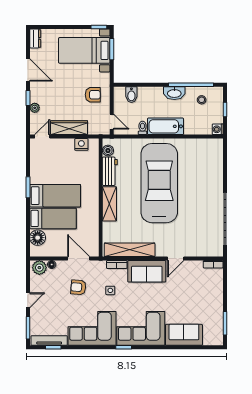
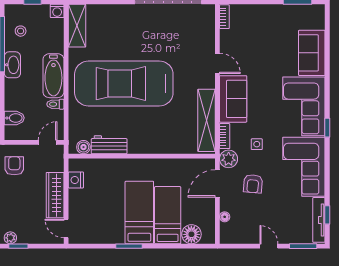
plant: (35, 108) -> (10, 238), moved
shelving: (109, 204) -> (77, 26), moved, turned 90
plant: (39, 268) -> (229, 159), moved

